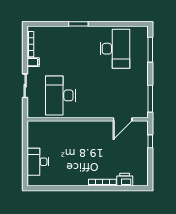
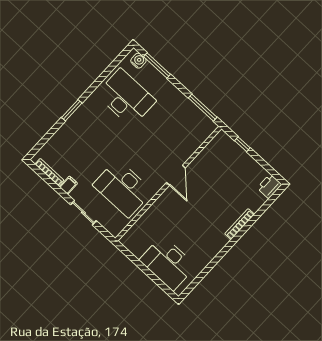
water cooler: (143, 36) -> (138, 61), added
door: (123, 119) -> (176, 175), moved
desk: (38, 162) -> (168, 263), width x1.36, depth x1.30
printer: (125, 180) -> (269, 186), moved

